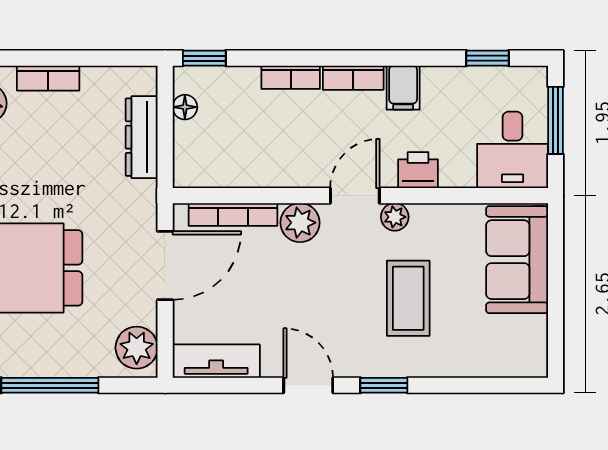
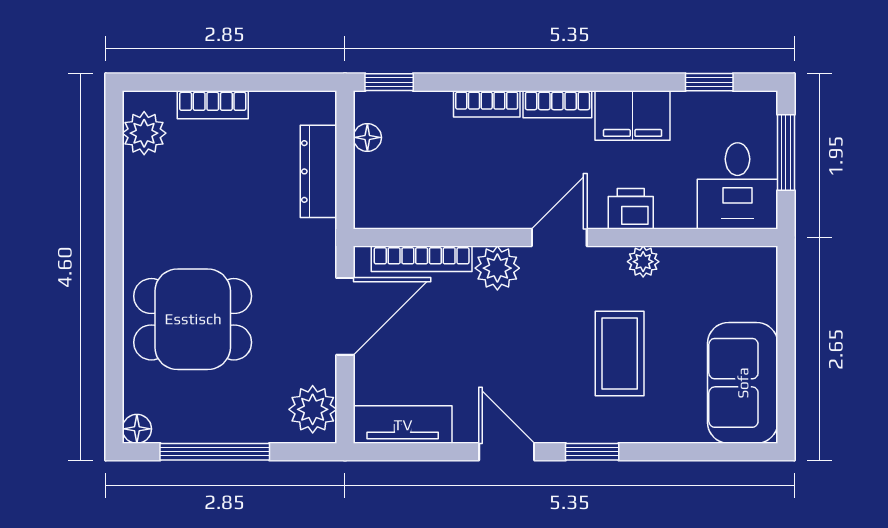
filing cabinet: (403, 88) -> (633, 116), width x2.00
plant: (395, 217) -> (643, 262), moved
sofa: (517, 260) -> (743, 383), moved

